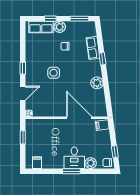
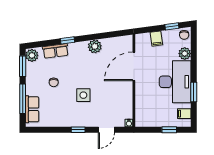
window: (50, 19) -> (23, 99), width x2.17
plant: (60, 27) -> (32, 55), moved
door: (23, 93) -> (106, 130), swing flipped
filing cabinet: (102, 125) -> (156, 39), moved
window: (23, 137) -> (169, 130), moved
desk: (74, 158) -> (175, 82), width x1.87, depth x1.30
window: (71, 171) -> (194, 92), moved

